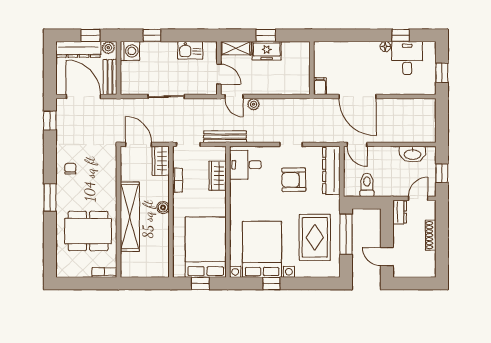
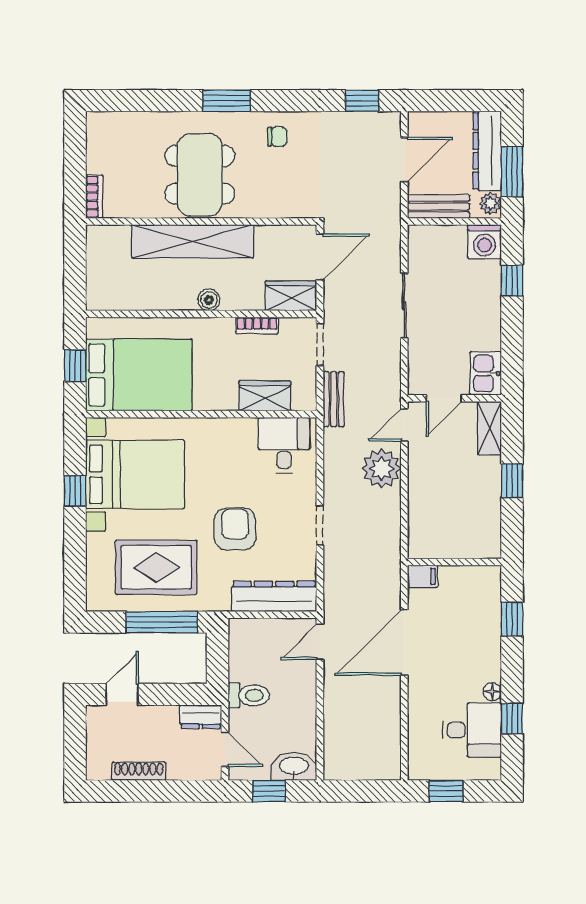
window: (90, 35) -> (512, 172), width x1.50
window: (344, 35) -> (512, 619), added
kitchen sink: (190, 50) -> (486, 373), moved
freezer: (267, 51) -> (485, 482), removed
door: (83, 97) -> (404, 160), width x0.73
plant: (254, 104) -> (382, 469), width x1.87, depth x1.87
bench: (225, 137) -> (334, 399), width x0.73
washbasin: (412, 154) -> (294, 767), moved, turned 90
armchair: (294, 180) -> (235, 529), moved
toilet: (367, 185) -> (249, 695), moved
dining table: (88, 231) -> (200, 175), moved
shoe rack: (431, 235) -> (139, 771), moved

